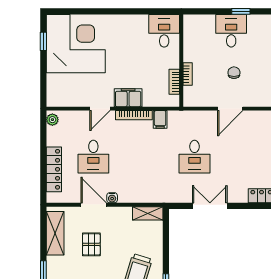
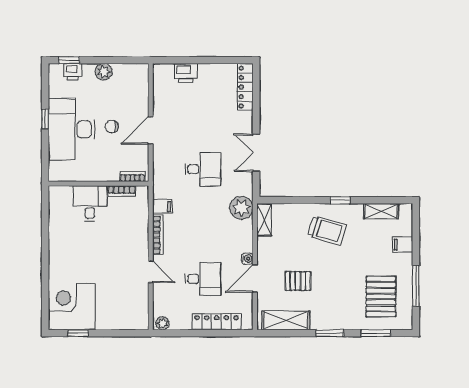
desk: (164, 31) -> (90, 203), moved, turned 90
desk: (231, 31) -> (72, 129), width x1.87, depth x1.30
corner desk: (76, 44) -> (72, 306), width x0.74, depth x0.74
bookcase: (188, 74) -> (133, 177), moved
filing cabinet: (128, 98) -> (139, 241), removed
door: (230, 109) -> (151, 130), swing flipped
plant: (159, 192) -> (241, 208), added

